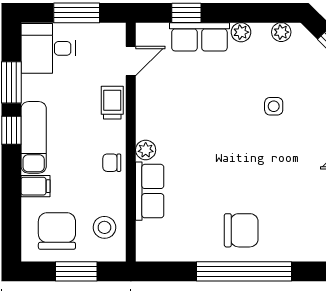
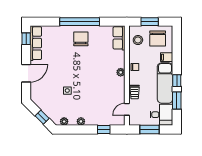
row of seats: (199, 37) -> (98, 119), removed
exam couch: (34, 137) -> (165, 83), width x1.36, depth x1.45
row of seats: (150, 191) -> (119, 38), moved
chair: (241, 230) -> (81, 39), turned 90

